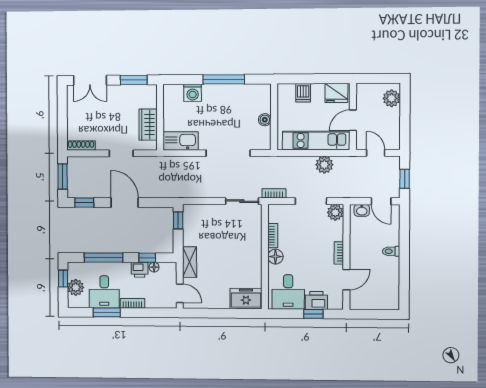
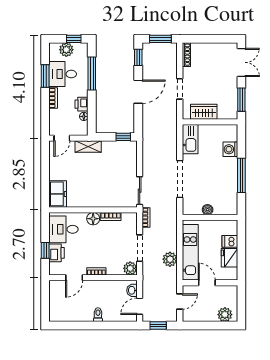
double door: (90, 80) -> (241, 62), swing flipped
fridge: (336, 93) -> (230, 258), moved
window: (147, 258) -> (92, 111), removed
door: (346, 280) -> (74, 278), hinge flipped

